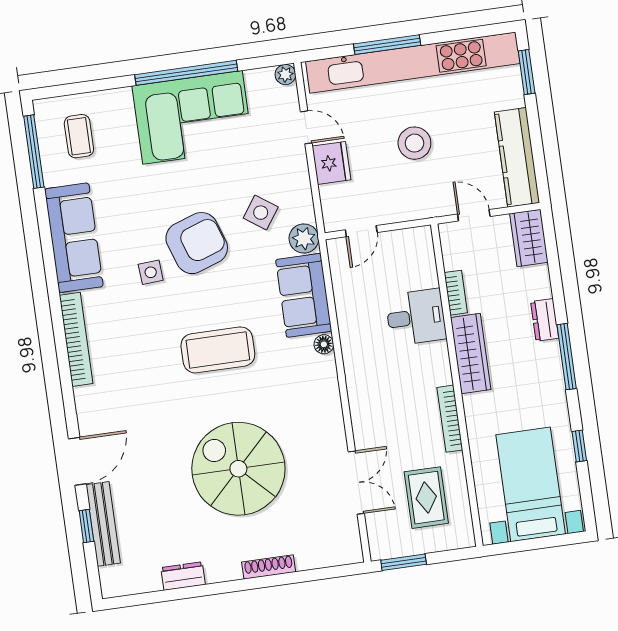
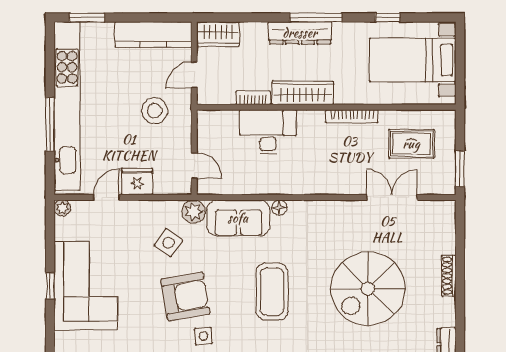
window: (186, 73) -> (50, 286), width x0.32
stool: (414, 143) -> (155, 111), moved
armchair: (197, 243) -> (185, 297), turned 99
desk: (416, 317) -> (268, 132), width x1.37
dresser: (545, 320) -> (300, 33), width x1.96, depth x1.24

